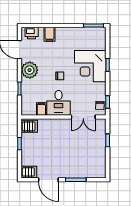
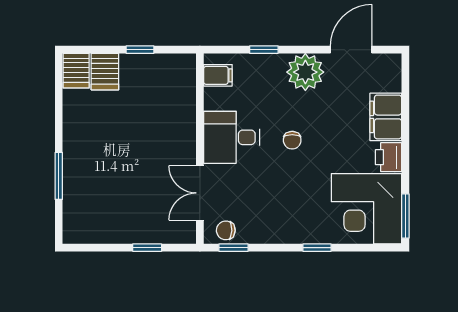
printer: (32, 33) -> (389, 157), moved
filing cabinet: (49, 34) -> (386, 117), width x2.00
corner desk: (90, 66) -> (366, 209), moved, turned -90
filing cabinet: (41, 109) -> (218, 75), moved
server rack: (29, 126) -> (105, 72), moved
door: (48, 180) -> (59, 114), removed

